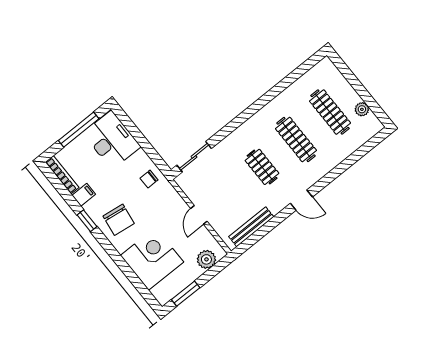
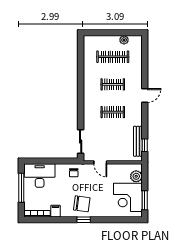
clothes rail: (296, 139) -> (113, 84), width x0.73
door: (301, 200) -> (145, 96), moved
door: (199, 215) -> (100, 162), moved
window: (87, 221) -> (84, 220), moved
window: (253, 239) -> (145, 145), added
corner desk: (152, 259) -> (128, 197), moved, turned -90

